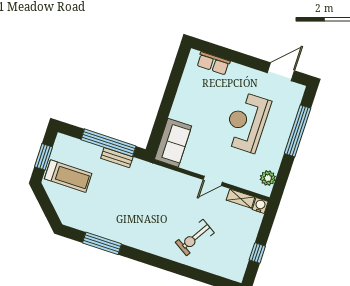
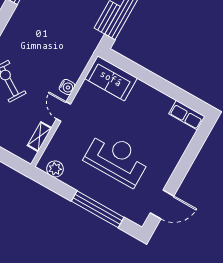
row of seats: (213, 63) -> (187, 115), moved, turned -90
door: (281, 72) -> (162, 204), hinge flipped
water cooler: (260, 205) -> (67, 87), moved

